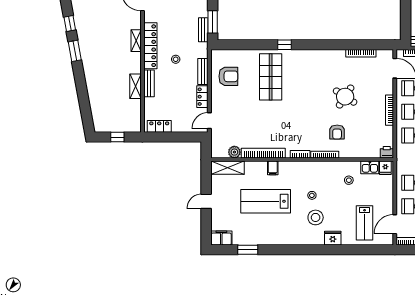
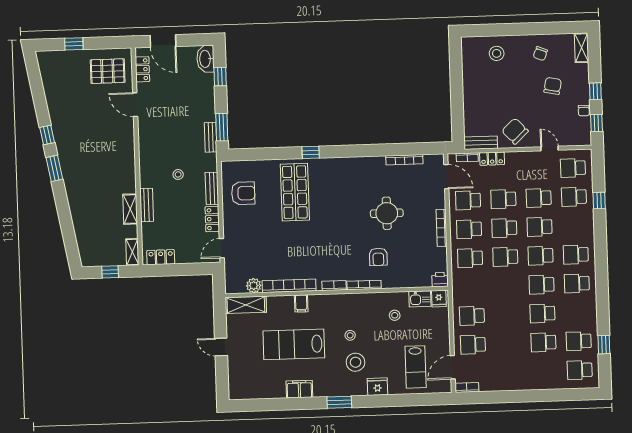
shelving: (136, 41) -> (132, 252), moved
locker: (150, 46) -> (147, 159), removed
round table: (345, 97) -> (387, 213), turned -33
door: (206, 201) -> (221, 347), hinge flipped
filing cabinet: (221, 238) -> (299, 389), moved
window: (248, 250) -> (339, 402), moved

